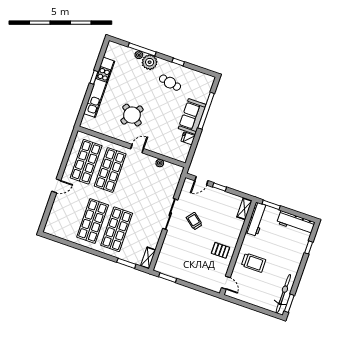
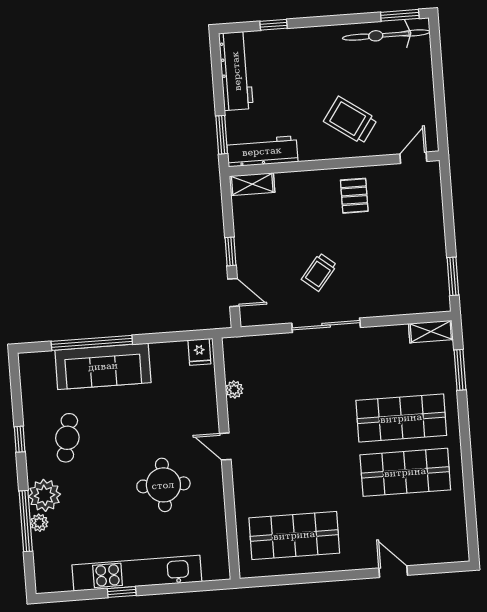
round table: (132, 115) -> (163, 485), turned -34
sofa: (192, 117) -> (103, 366), width x1.36
fridge: (188, 138) -> (199, 352), moved
shop shelf: (110, 170) -> (290, 481), removed
door: (56, 186) -> (393, 572), moved
trolley: (253, 263) -> (350, 120), turned -55

